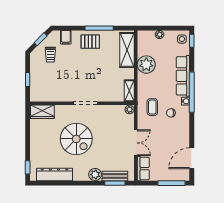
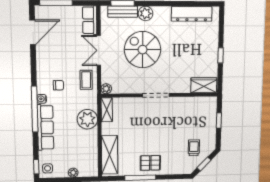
filing cabinet: (66, 37) -> (177, 167), removed
plant: (146, 65) -> (87, 119), moved
coffee table: (152, 107) -> (86, 80), moved
spiral stairs: (76, 139) -> (143, 50), moved
window: (28, 167) -> (221, 55), moved

